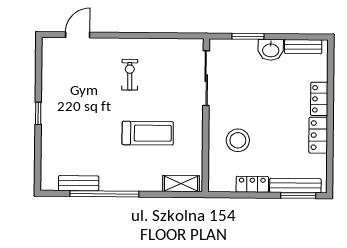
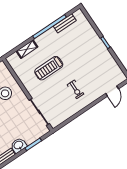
shelving: (181, 184) -> (27, 49), moved

